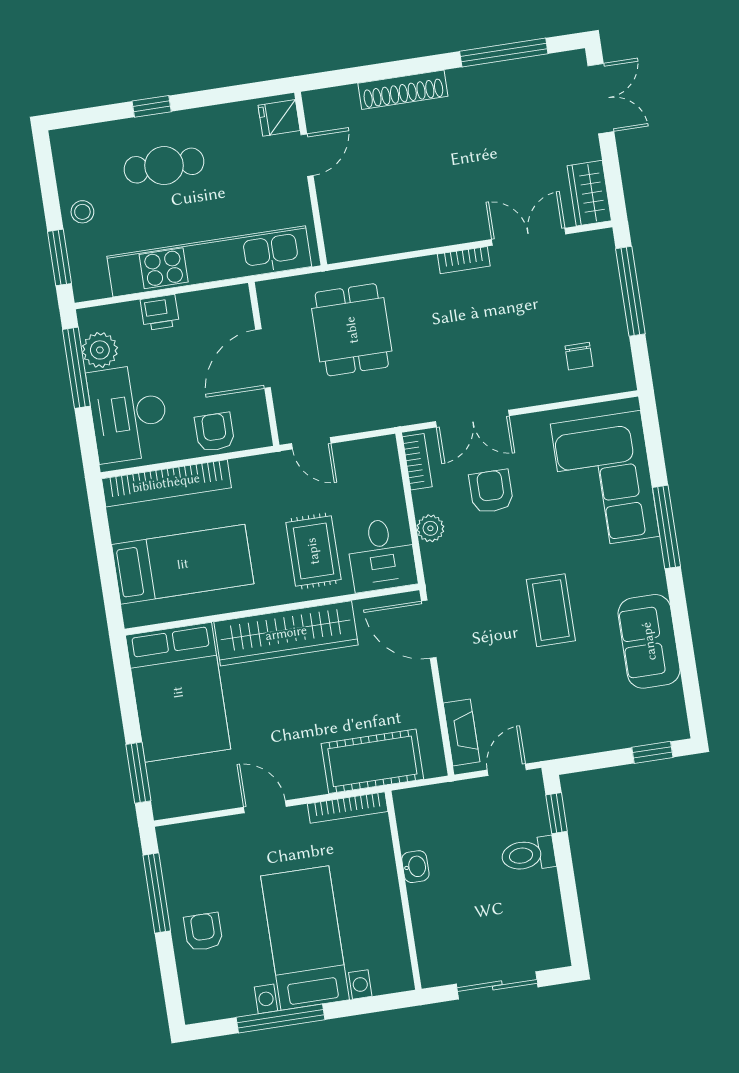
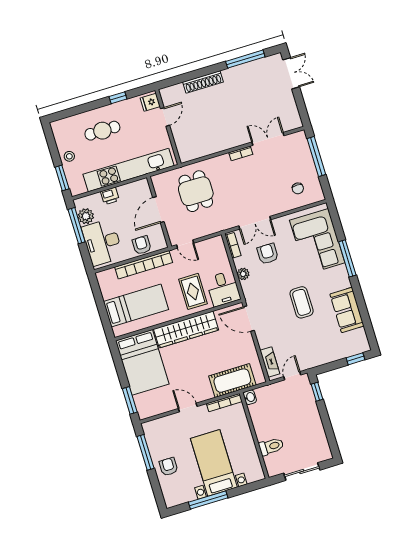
window: (152, 106) -> (118, 98), moved
wardrobe: (589, 193) -> (292, 116), removed
bookcase: (166, 483) -> (144, 265), moved
toilet: (528, 855) -> (271, 446), moved, turned 180
washbasin: (415, 867) -> (250, 397), moved

